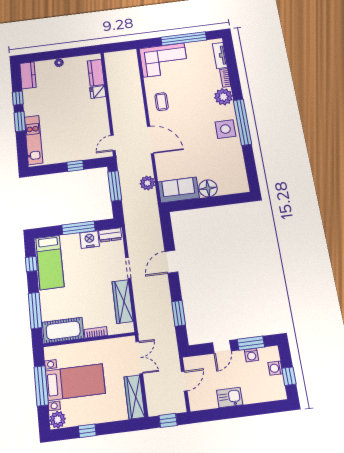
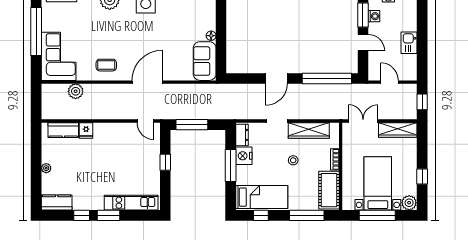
plant: (147, 183) -> (76, 91), moved
floor lamp: (208, 188) -> (211, 36), width x0.53, depth x0.53
door: (171, 262) -> (276, 78), hinge flipped
stool: (90, 289) -> (293, 160), added
window: (179, 313) -> (327, 78), width x2.11

